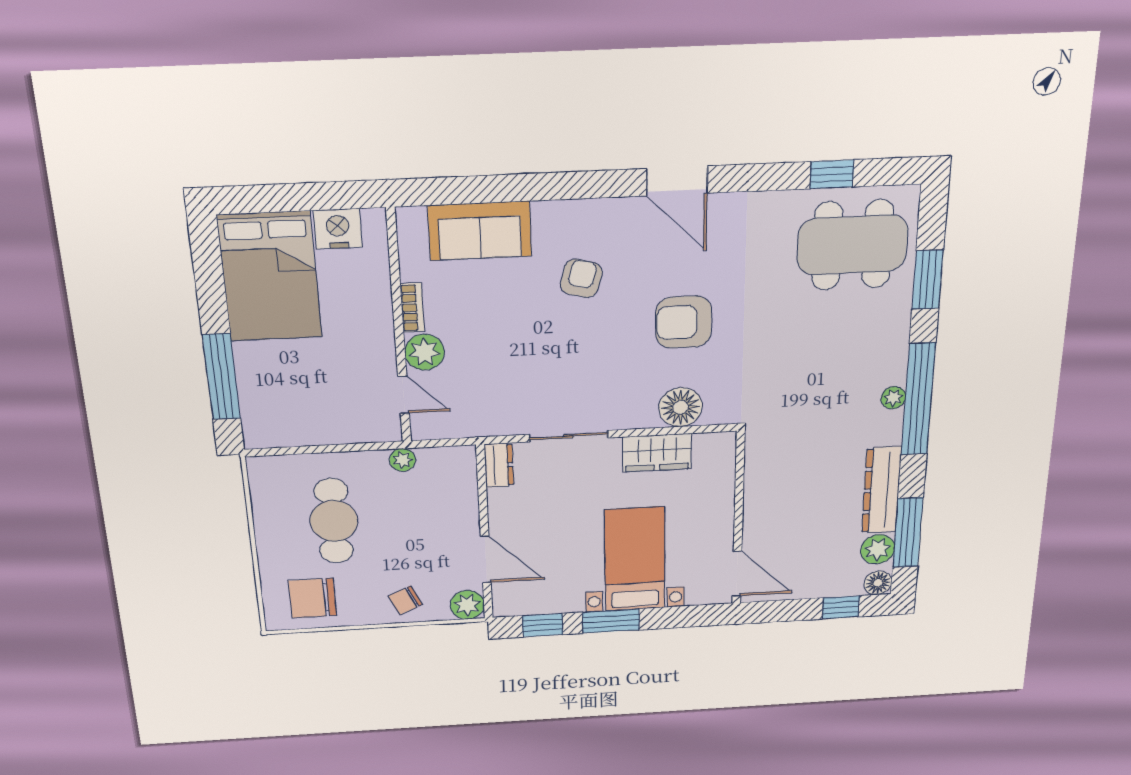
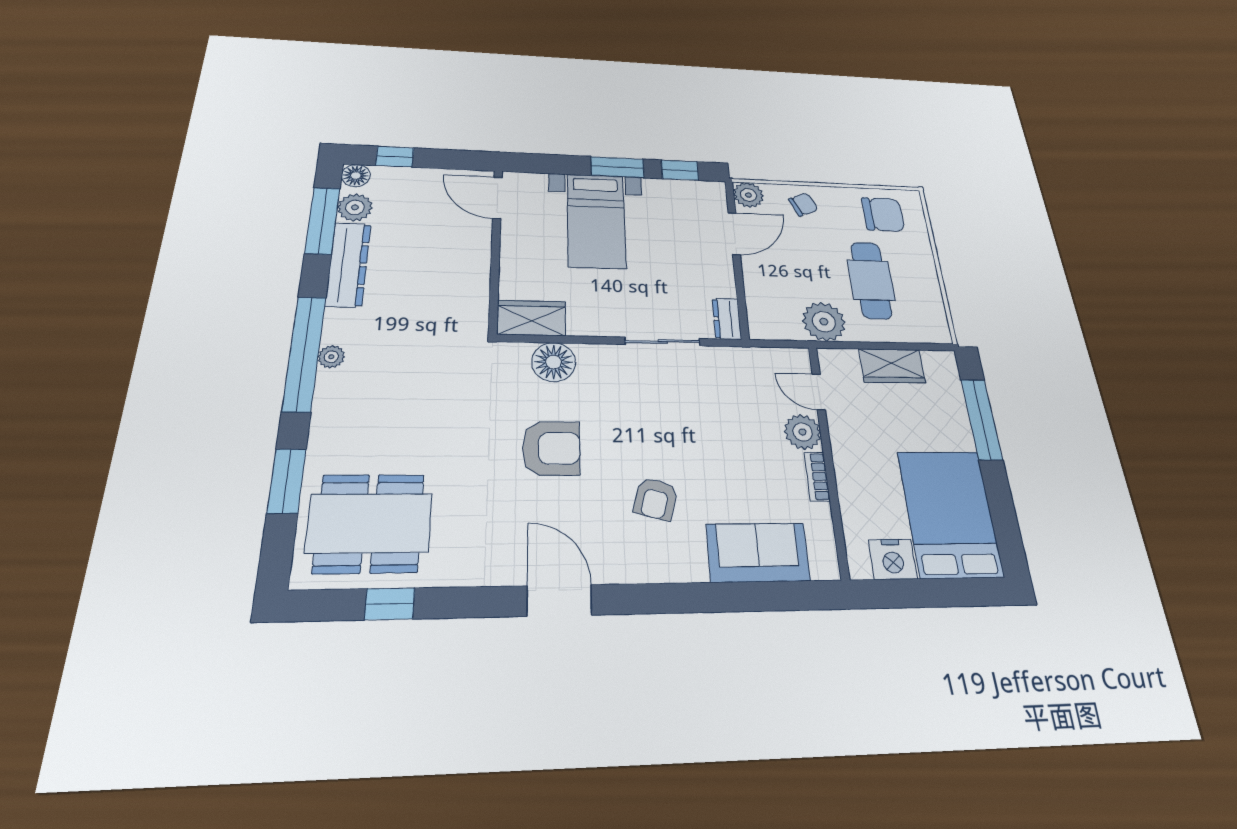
wardrobe: (319, 428) -> (892, 366), added
wardrobe: (657, 453) -> (531, 318), moved
plant: (403, 460) -> (824, 322), width x1.88, depth x1.88
door: (486, 559) -> (734, 234), swing flipped

